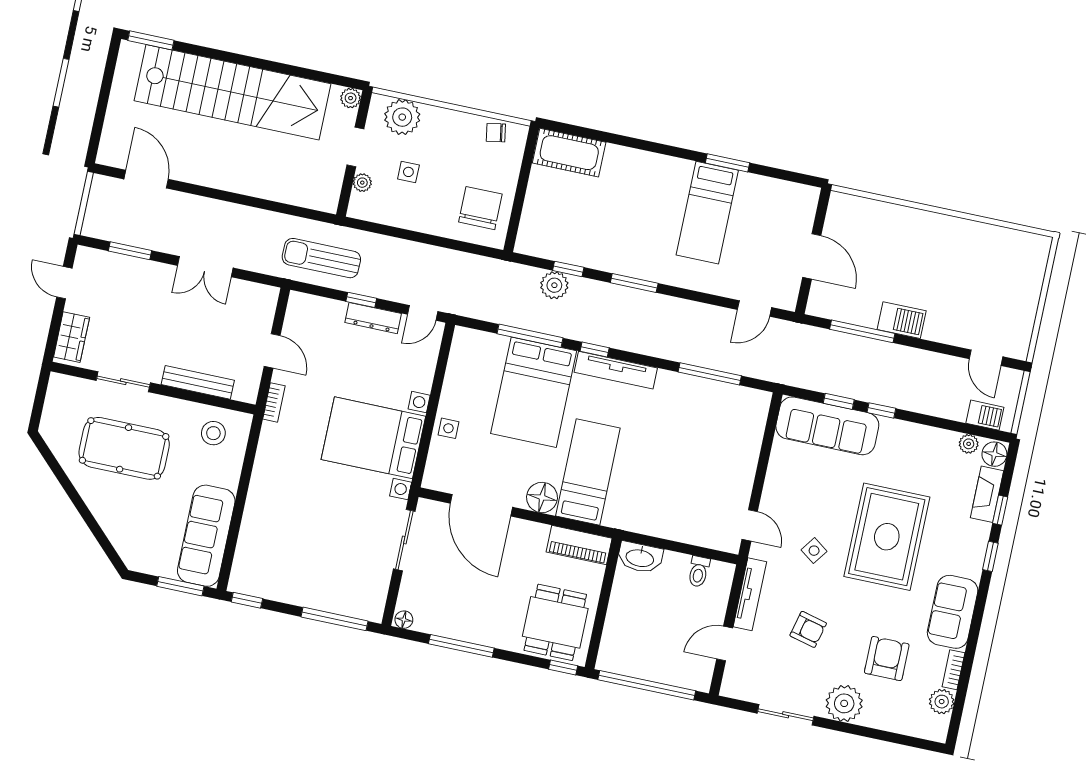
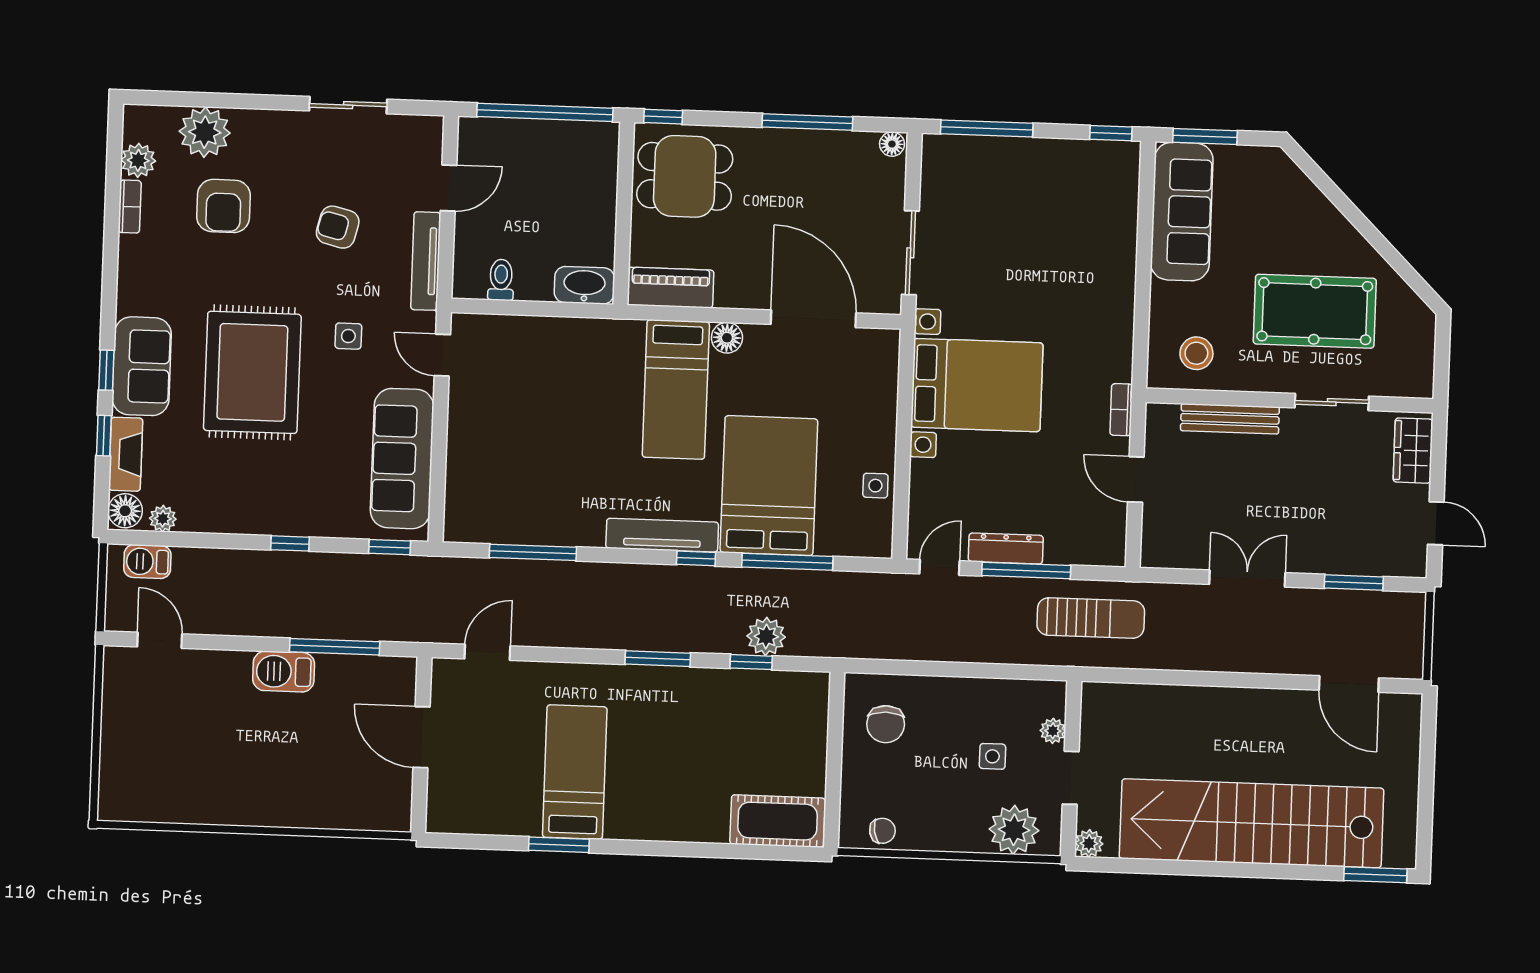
chair: (480, 208) -> (886, 724), width x0.73, depth x0.73
window: (361, 300) -> (1026, 570), width x2.17
window: (839, 401) -> (390, 547), moved
sofa: (827, 426) -> (402, 459), moved, turned -90
side table: (448, 428) -> (875, 486), moved
floor lamp: (542, 497) -> (727, 338), width x0.73, depth x0.73
side table: (814, 551) -> (348, 336), turned -36
sofa: (953, 612) -> (142, 366), moved
dining table: (555, 622) -> (685, 176), turned 90
plant: (844, 703) -> (205, 132), moved

